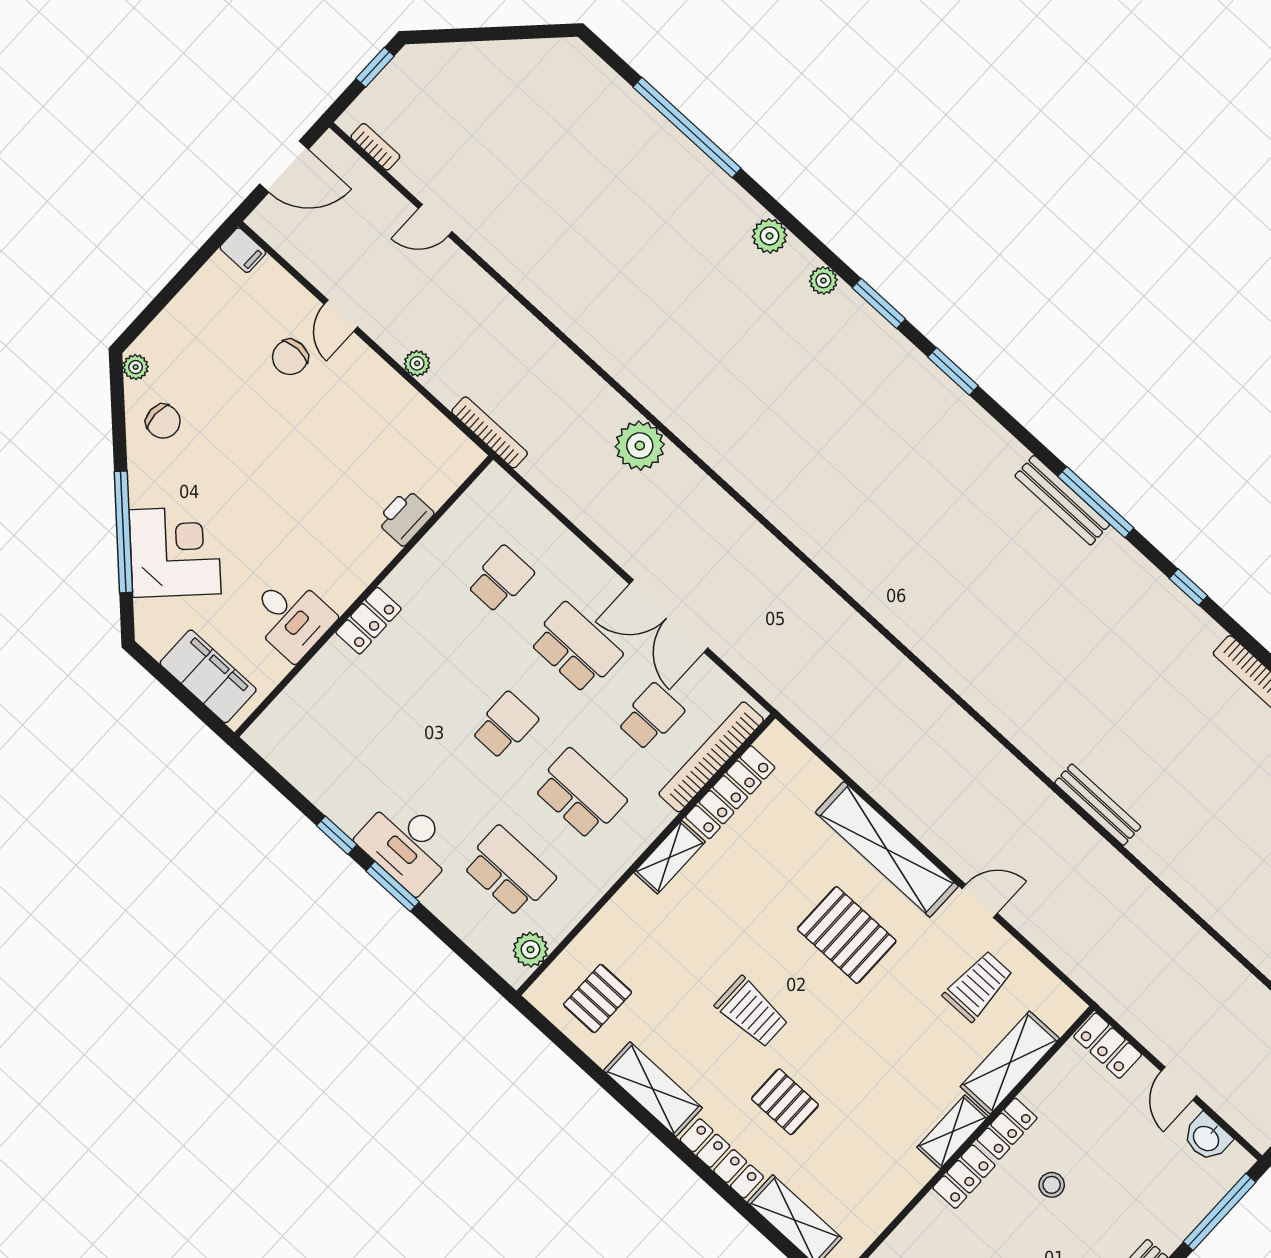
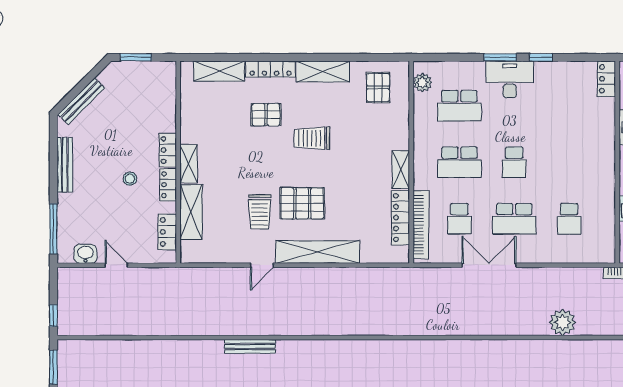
locker: (368, 621) -> (606, 79), moved
trolley: (978, 986) -> (260, 212), moved
locker: (1108, 1046) -> (167, 232), moved, turned -90

